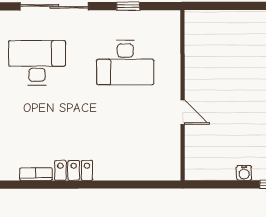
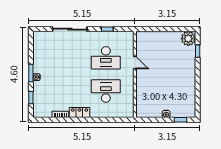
desk: (37, 63) -> (106, 91), moved
door: (183, 112) -> (135, 63), moved

